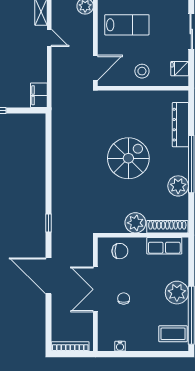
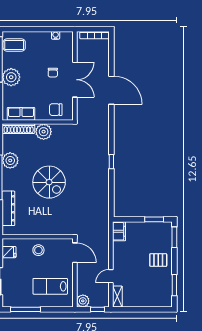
door: (49, 38) -> (111, 276), hinge flipped
door: (95, 68) -> (75, 253), swing flipped
spiral stairs: (128, 158) -> (49, 182), turned -90
window: (49, 223) -> (111, 162), moved

